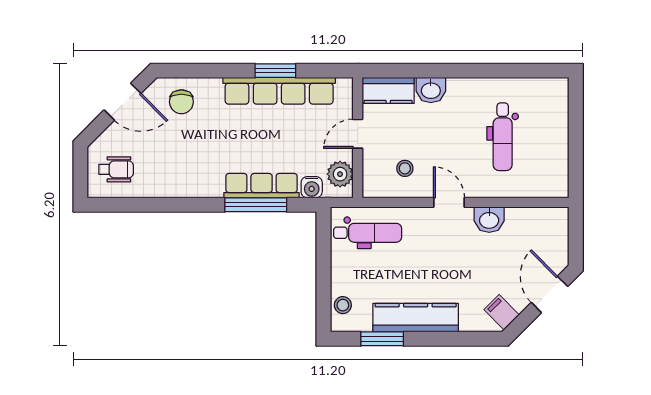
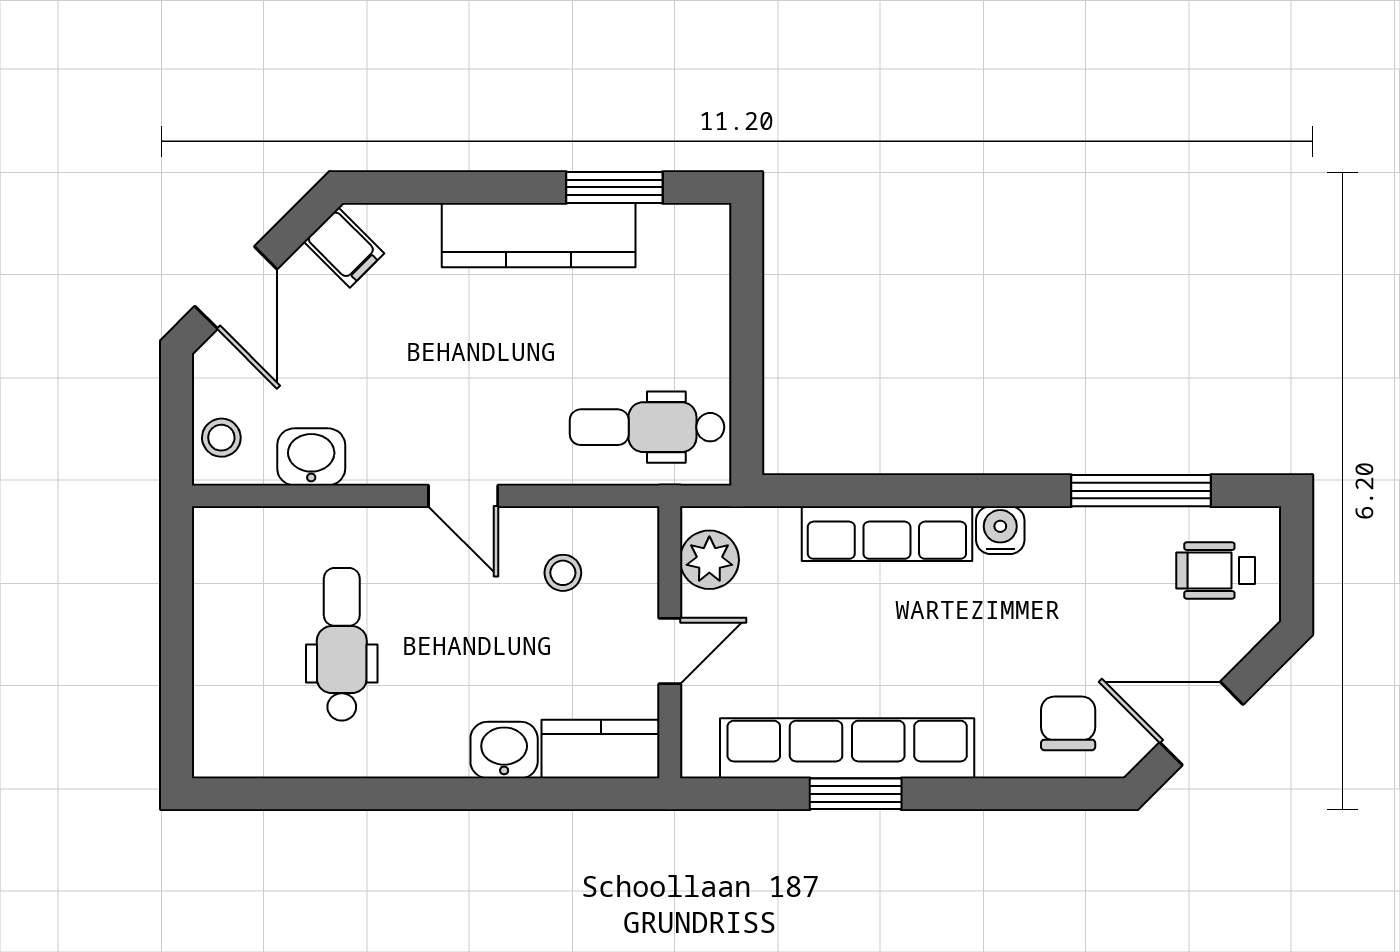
water cooler: (312, 187) -> (1000, 530), moved
window: (256, 205) -> (1141, 491), moved
washbasin: (489, 220) -> (311, 457), moved
stool: (343, 305) -> (221, 438), moved

